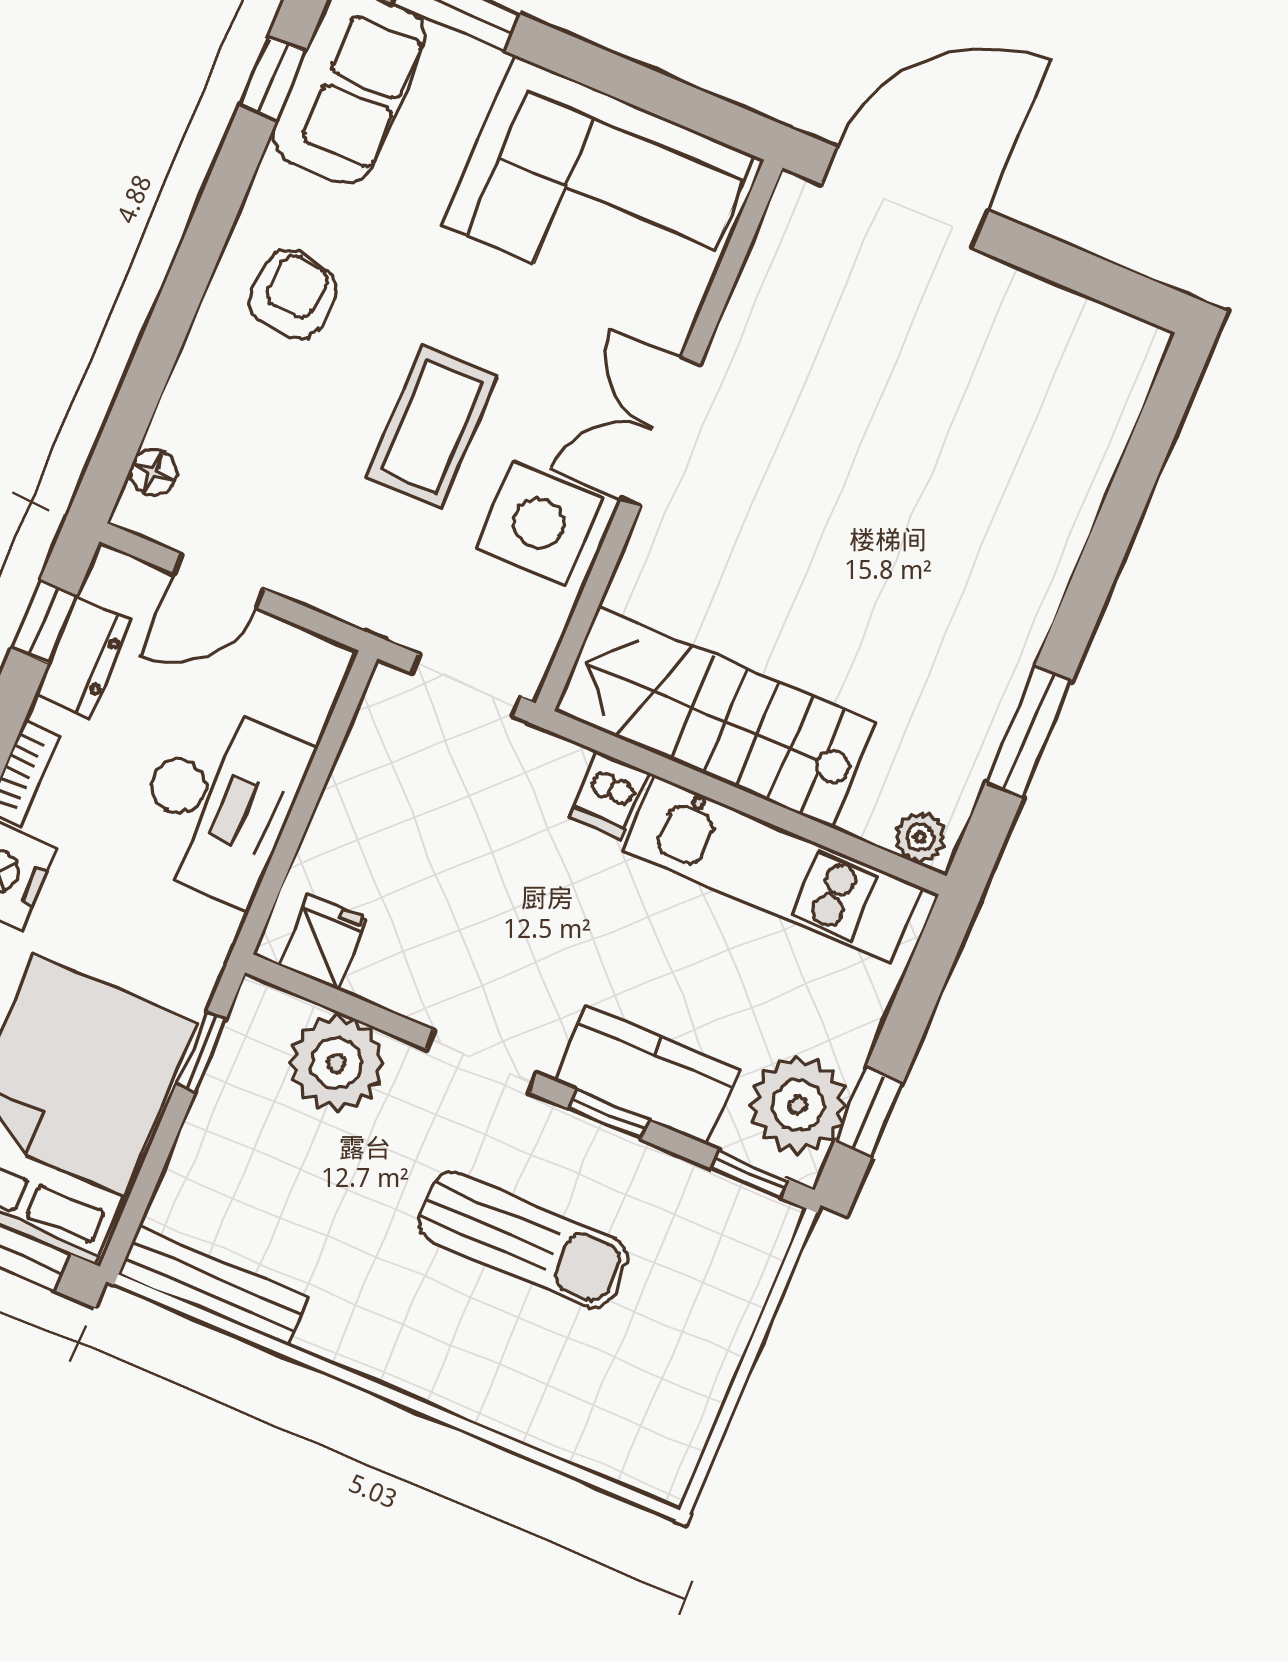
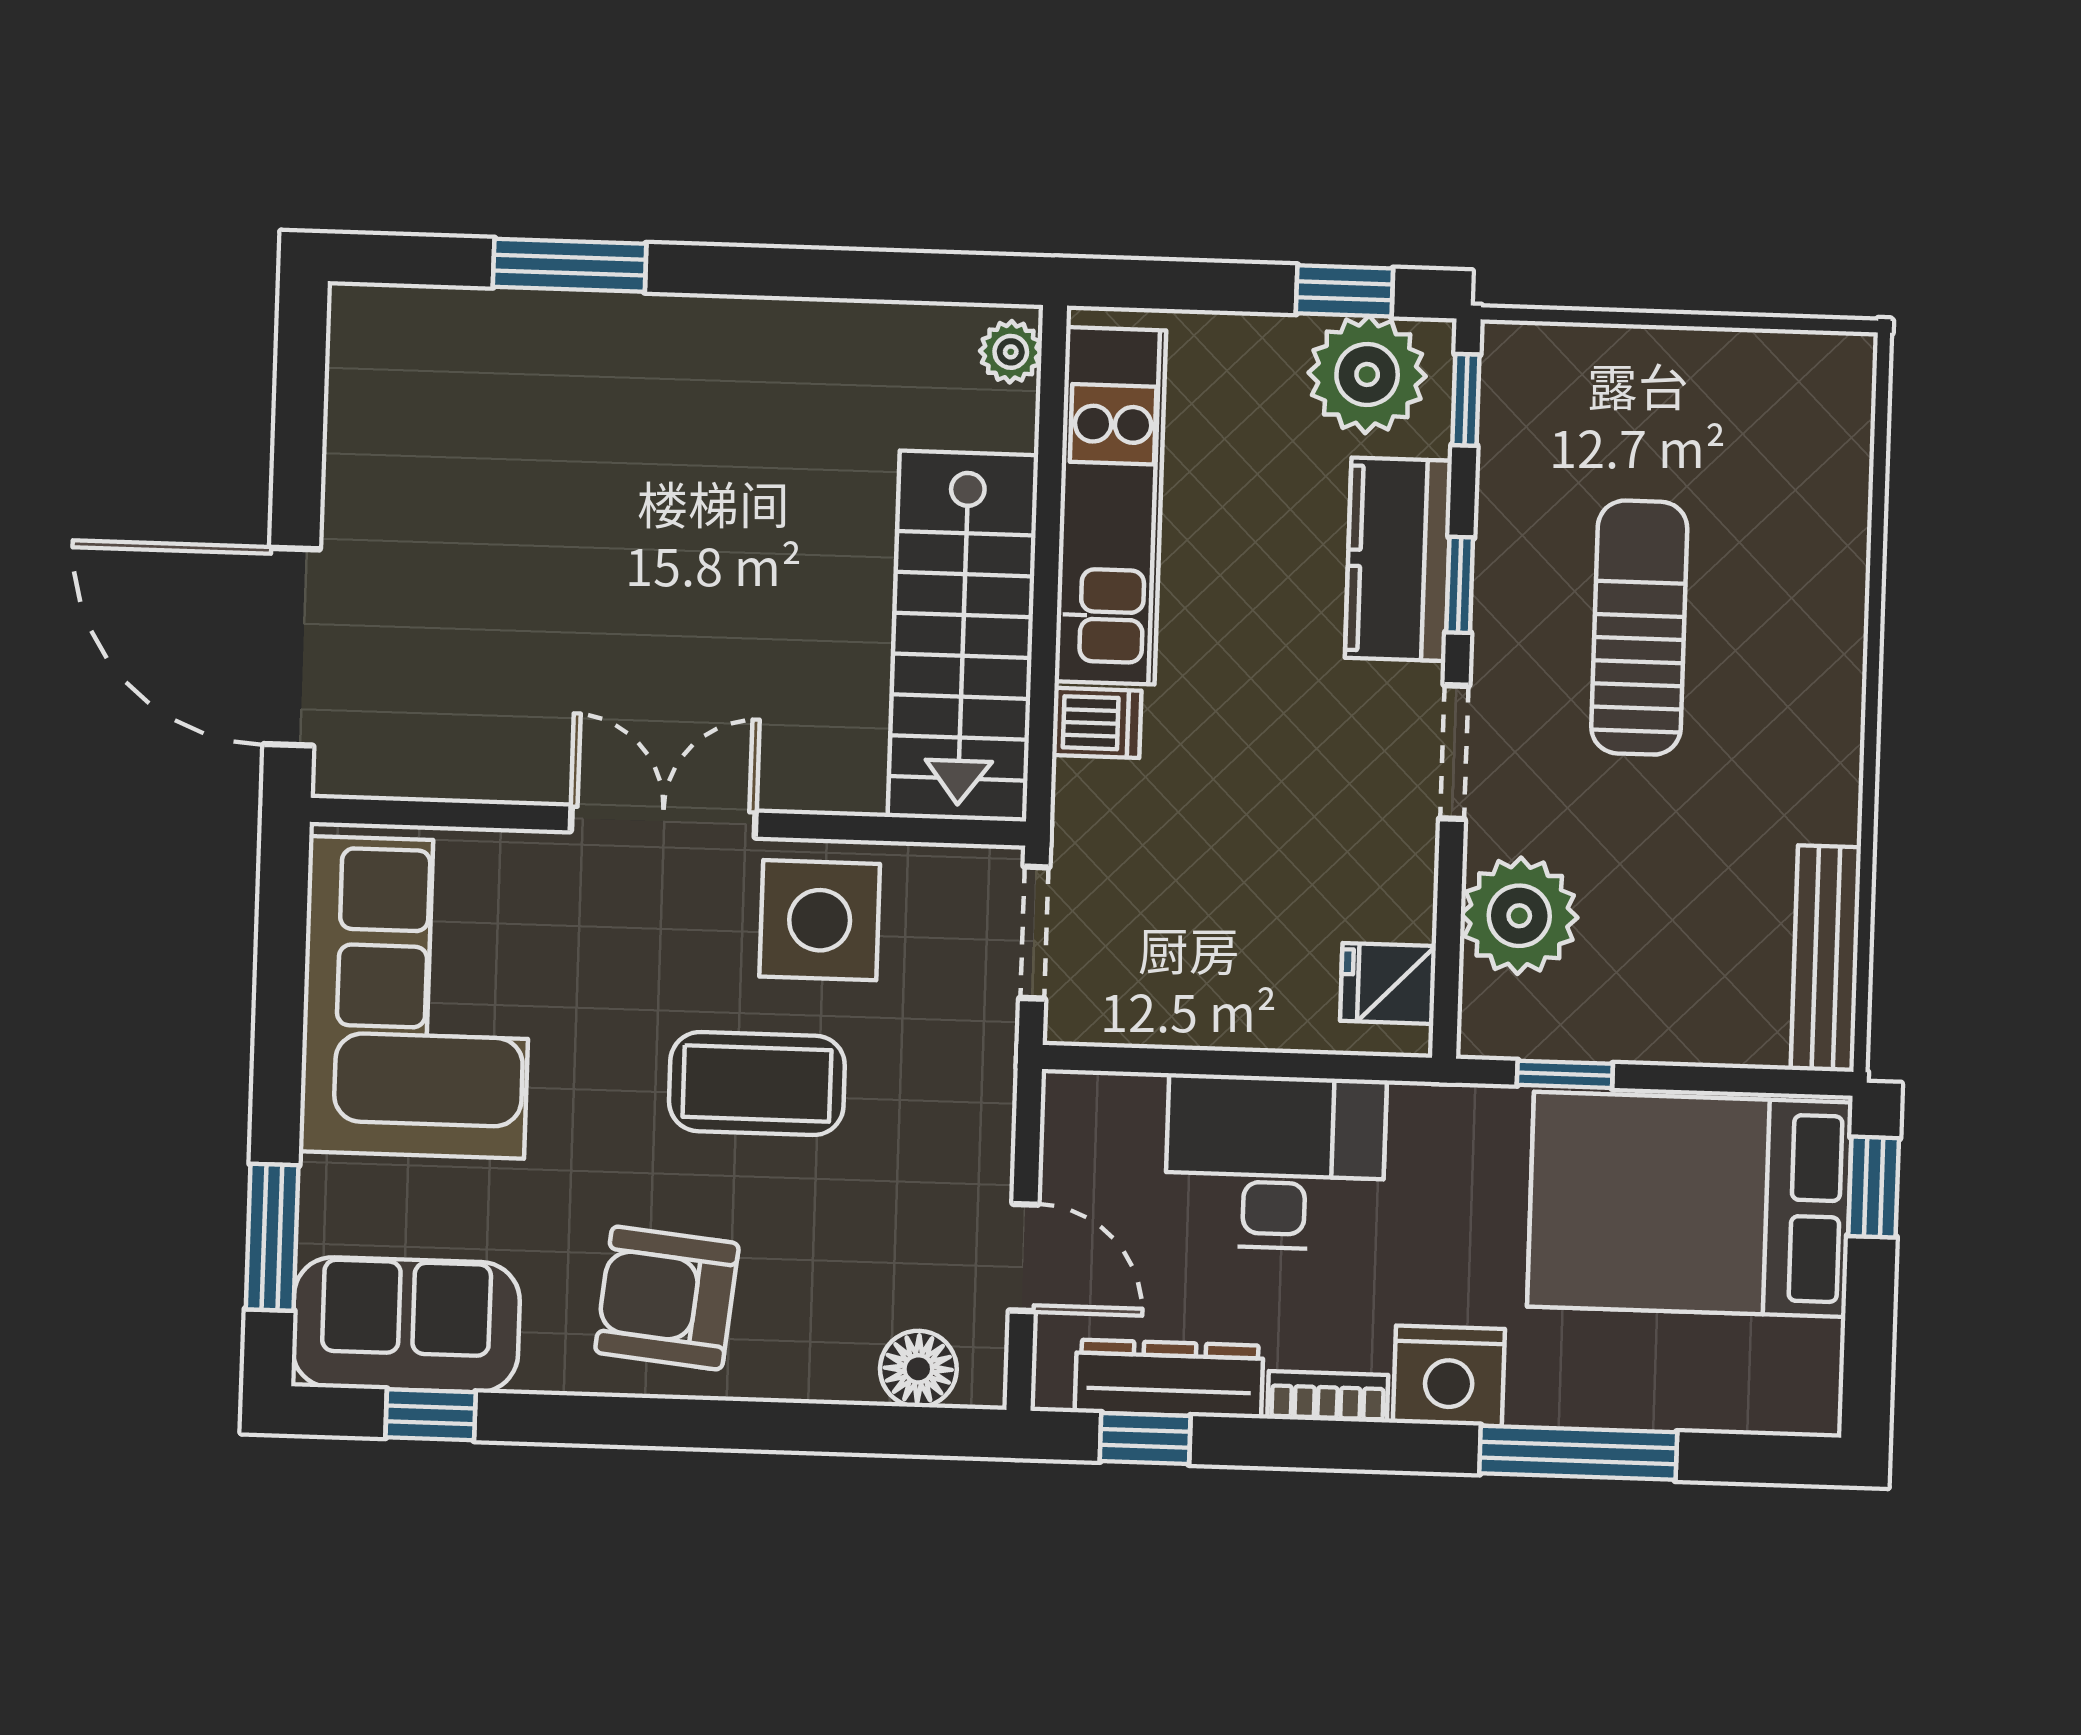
armchair: (293, 295) -> (667, 1298), width x1.38, depth x1.38
double door: (661, 432) -> (663, 822), swing flipped
floor lamp: (153, 472) -> (918, 1369), width x1.37, depth x1.37
dresser: (83, 657) -> (1169, 1379), width x1.44
window: (1029, 732) -> (570, 265), moved

